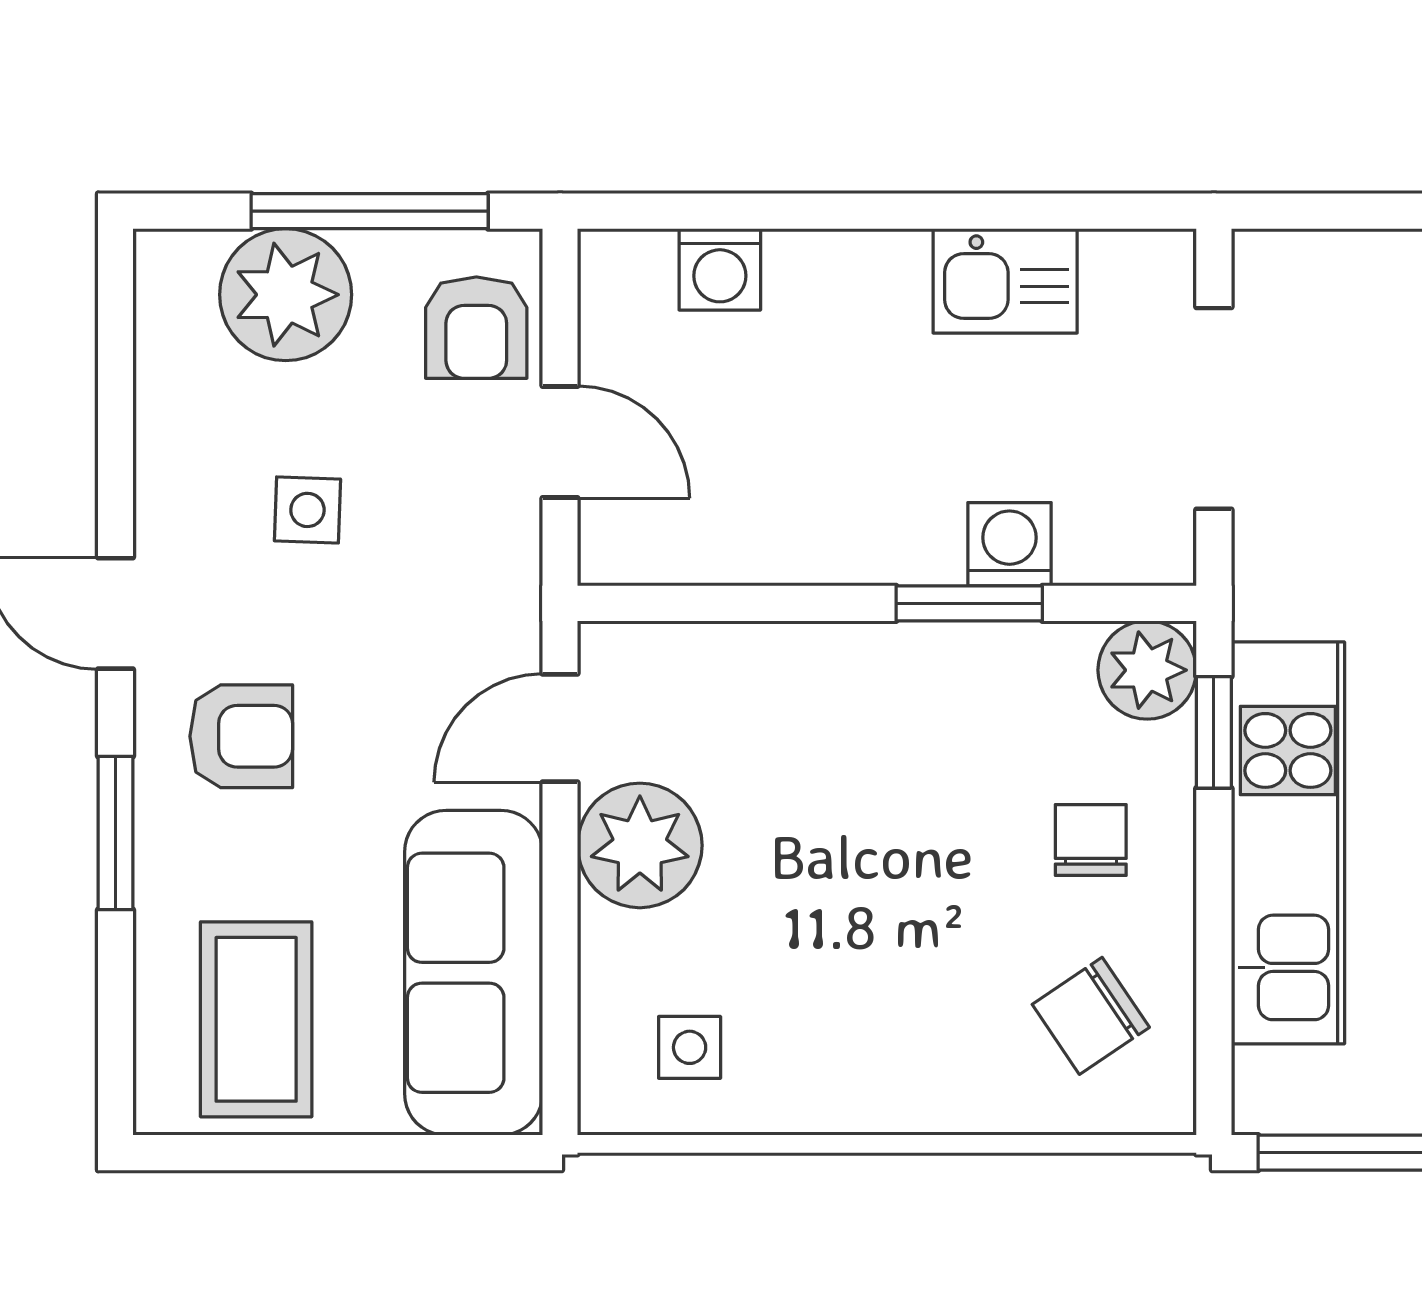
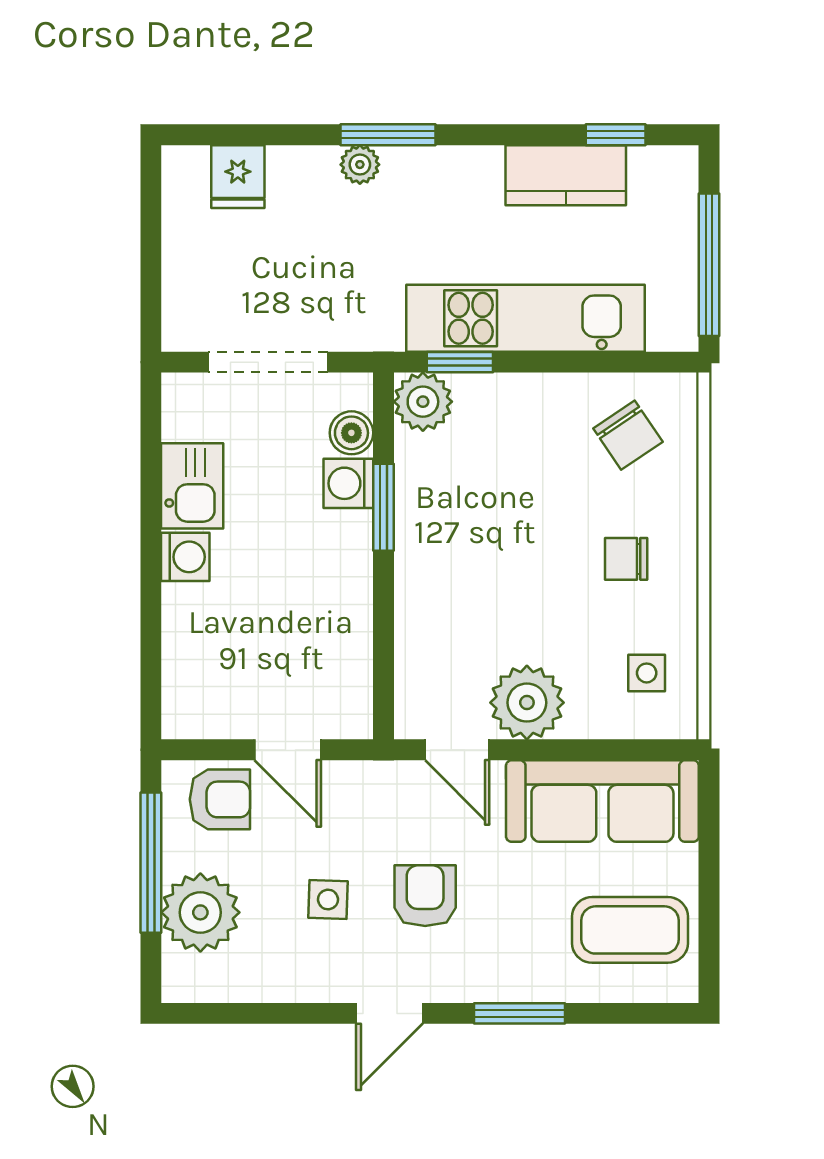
washing machine: (720, 269) -> (185, 557), moved
door: (560, 442) -> (288, 750), swing flipped
boiler: (1095, 549) -> (351, 433), added
armchair: (241, 736) -> (425, 896), moved
chair: (1091, 840) -> (626, 559), moved

